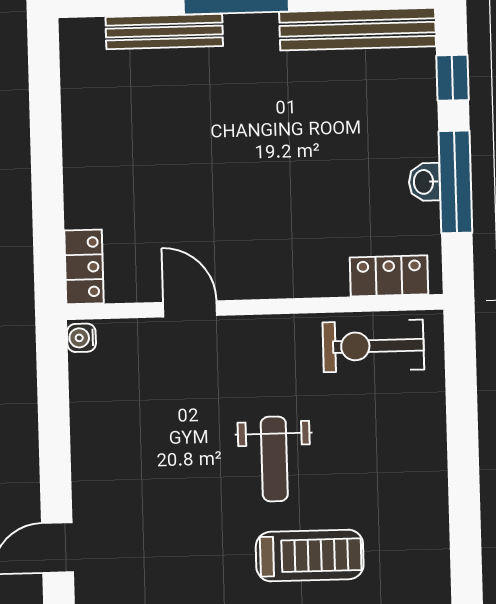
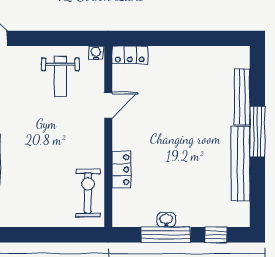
bench: (358, 29) -> (241, 164), moved
locker: (389, 276) -> (121, 170), moved
weight bench: (274, 459) -> (60, 77), moved, turned -90

